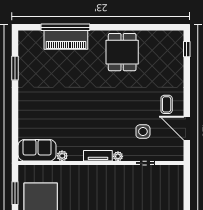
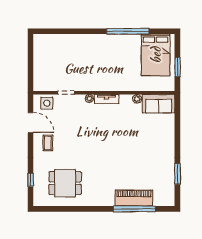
window: (187, 49) -> (31, 180), moved
dining table: (122, 52) -> (65, 183), moved, turned 90
side table: (143, 131) -> (47, 103), moved

